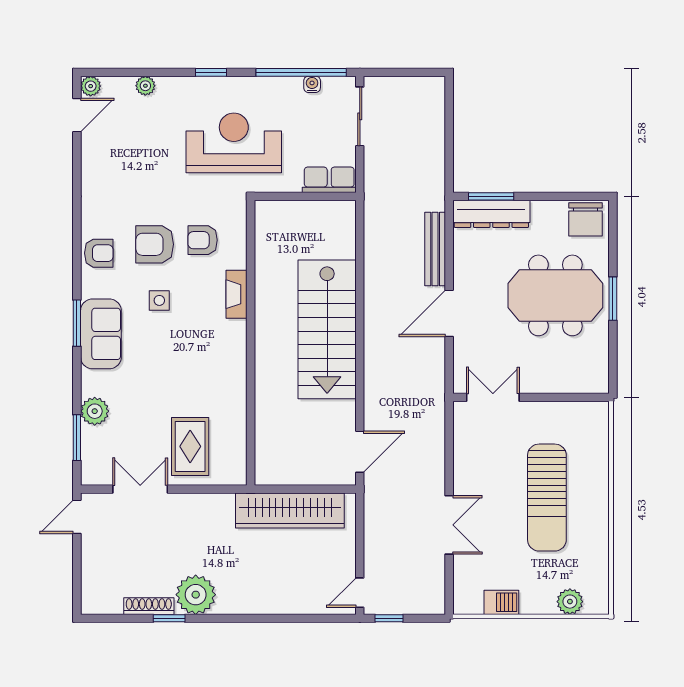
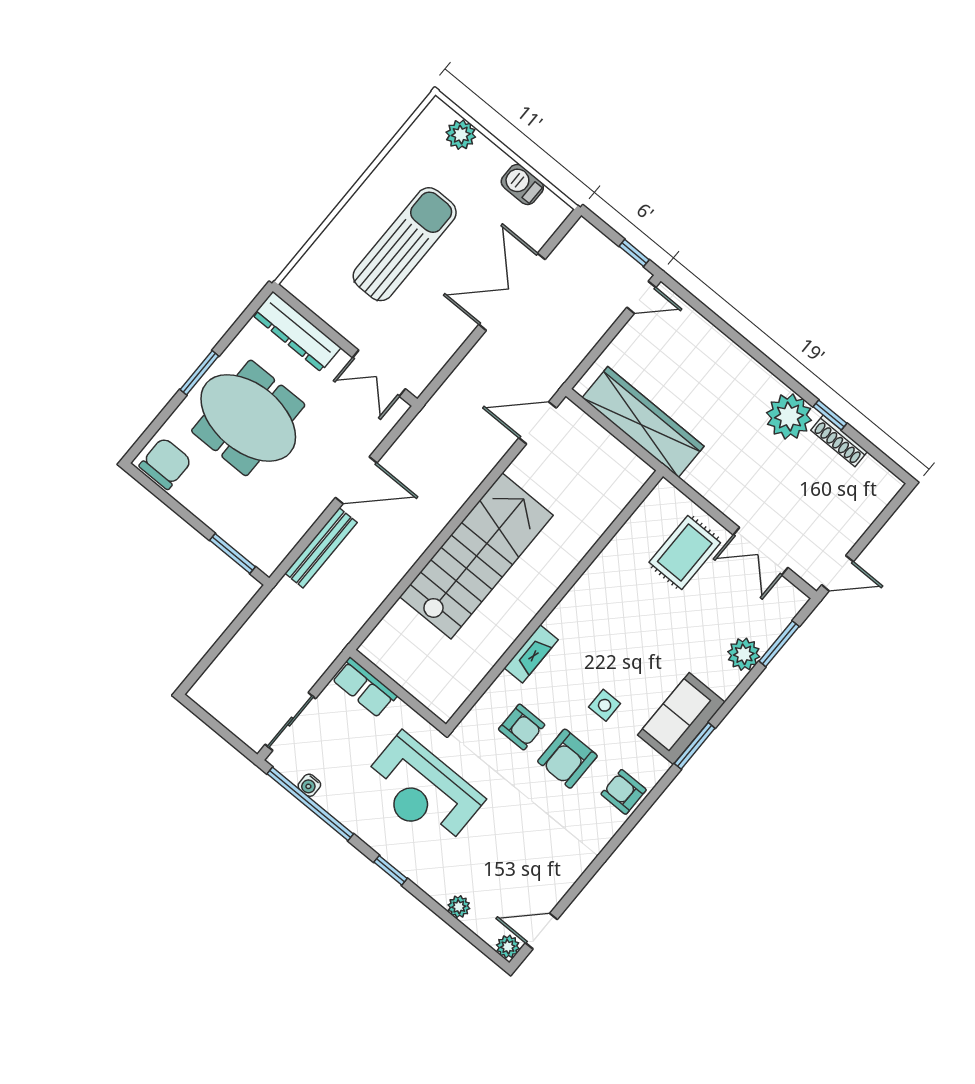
dresser: (491, 214) -> (297, 331), moved, turned 180
armchair: (155, 244) -> (567, 759), turned 90
double door: (449, 525) -> (512, 292), width x1.37

